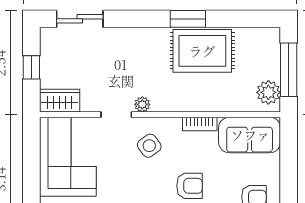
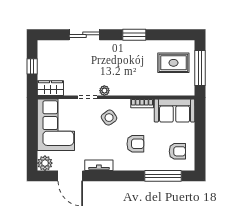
sliding door: (80, 19) -> (84, 35), moved
rug: (202, 51) -> (173, 63), moved, width x0.73, depth x0.70
plant: (268, 92) -> (187, 83), removed

